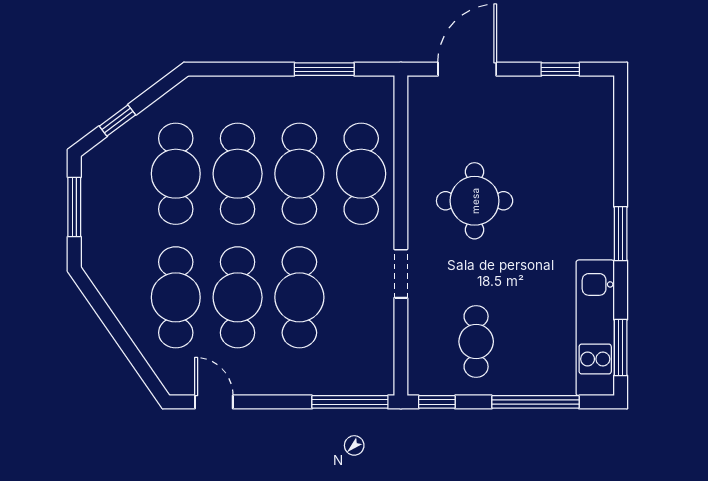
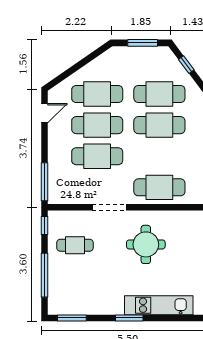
cafe table: (299, 174) -> (159, 156), removed
doorway: (401, 274) -> (109, 207), width x1.38
kitchen unit: (595, 328) -> (159, 305), moved

